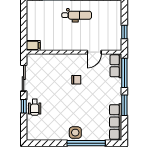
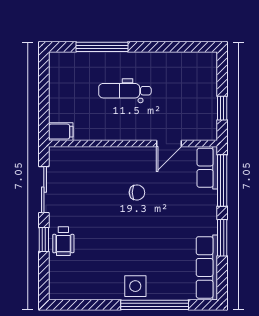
dental chair: (77, 15) -> (125, 91), moved, turned 180

